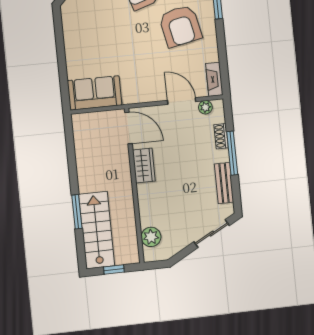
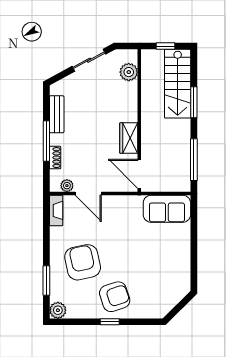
window: (71, 149) -> (194, 160), added
sliding door: (212, 234) -> (89, 60), moved

